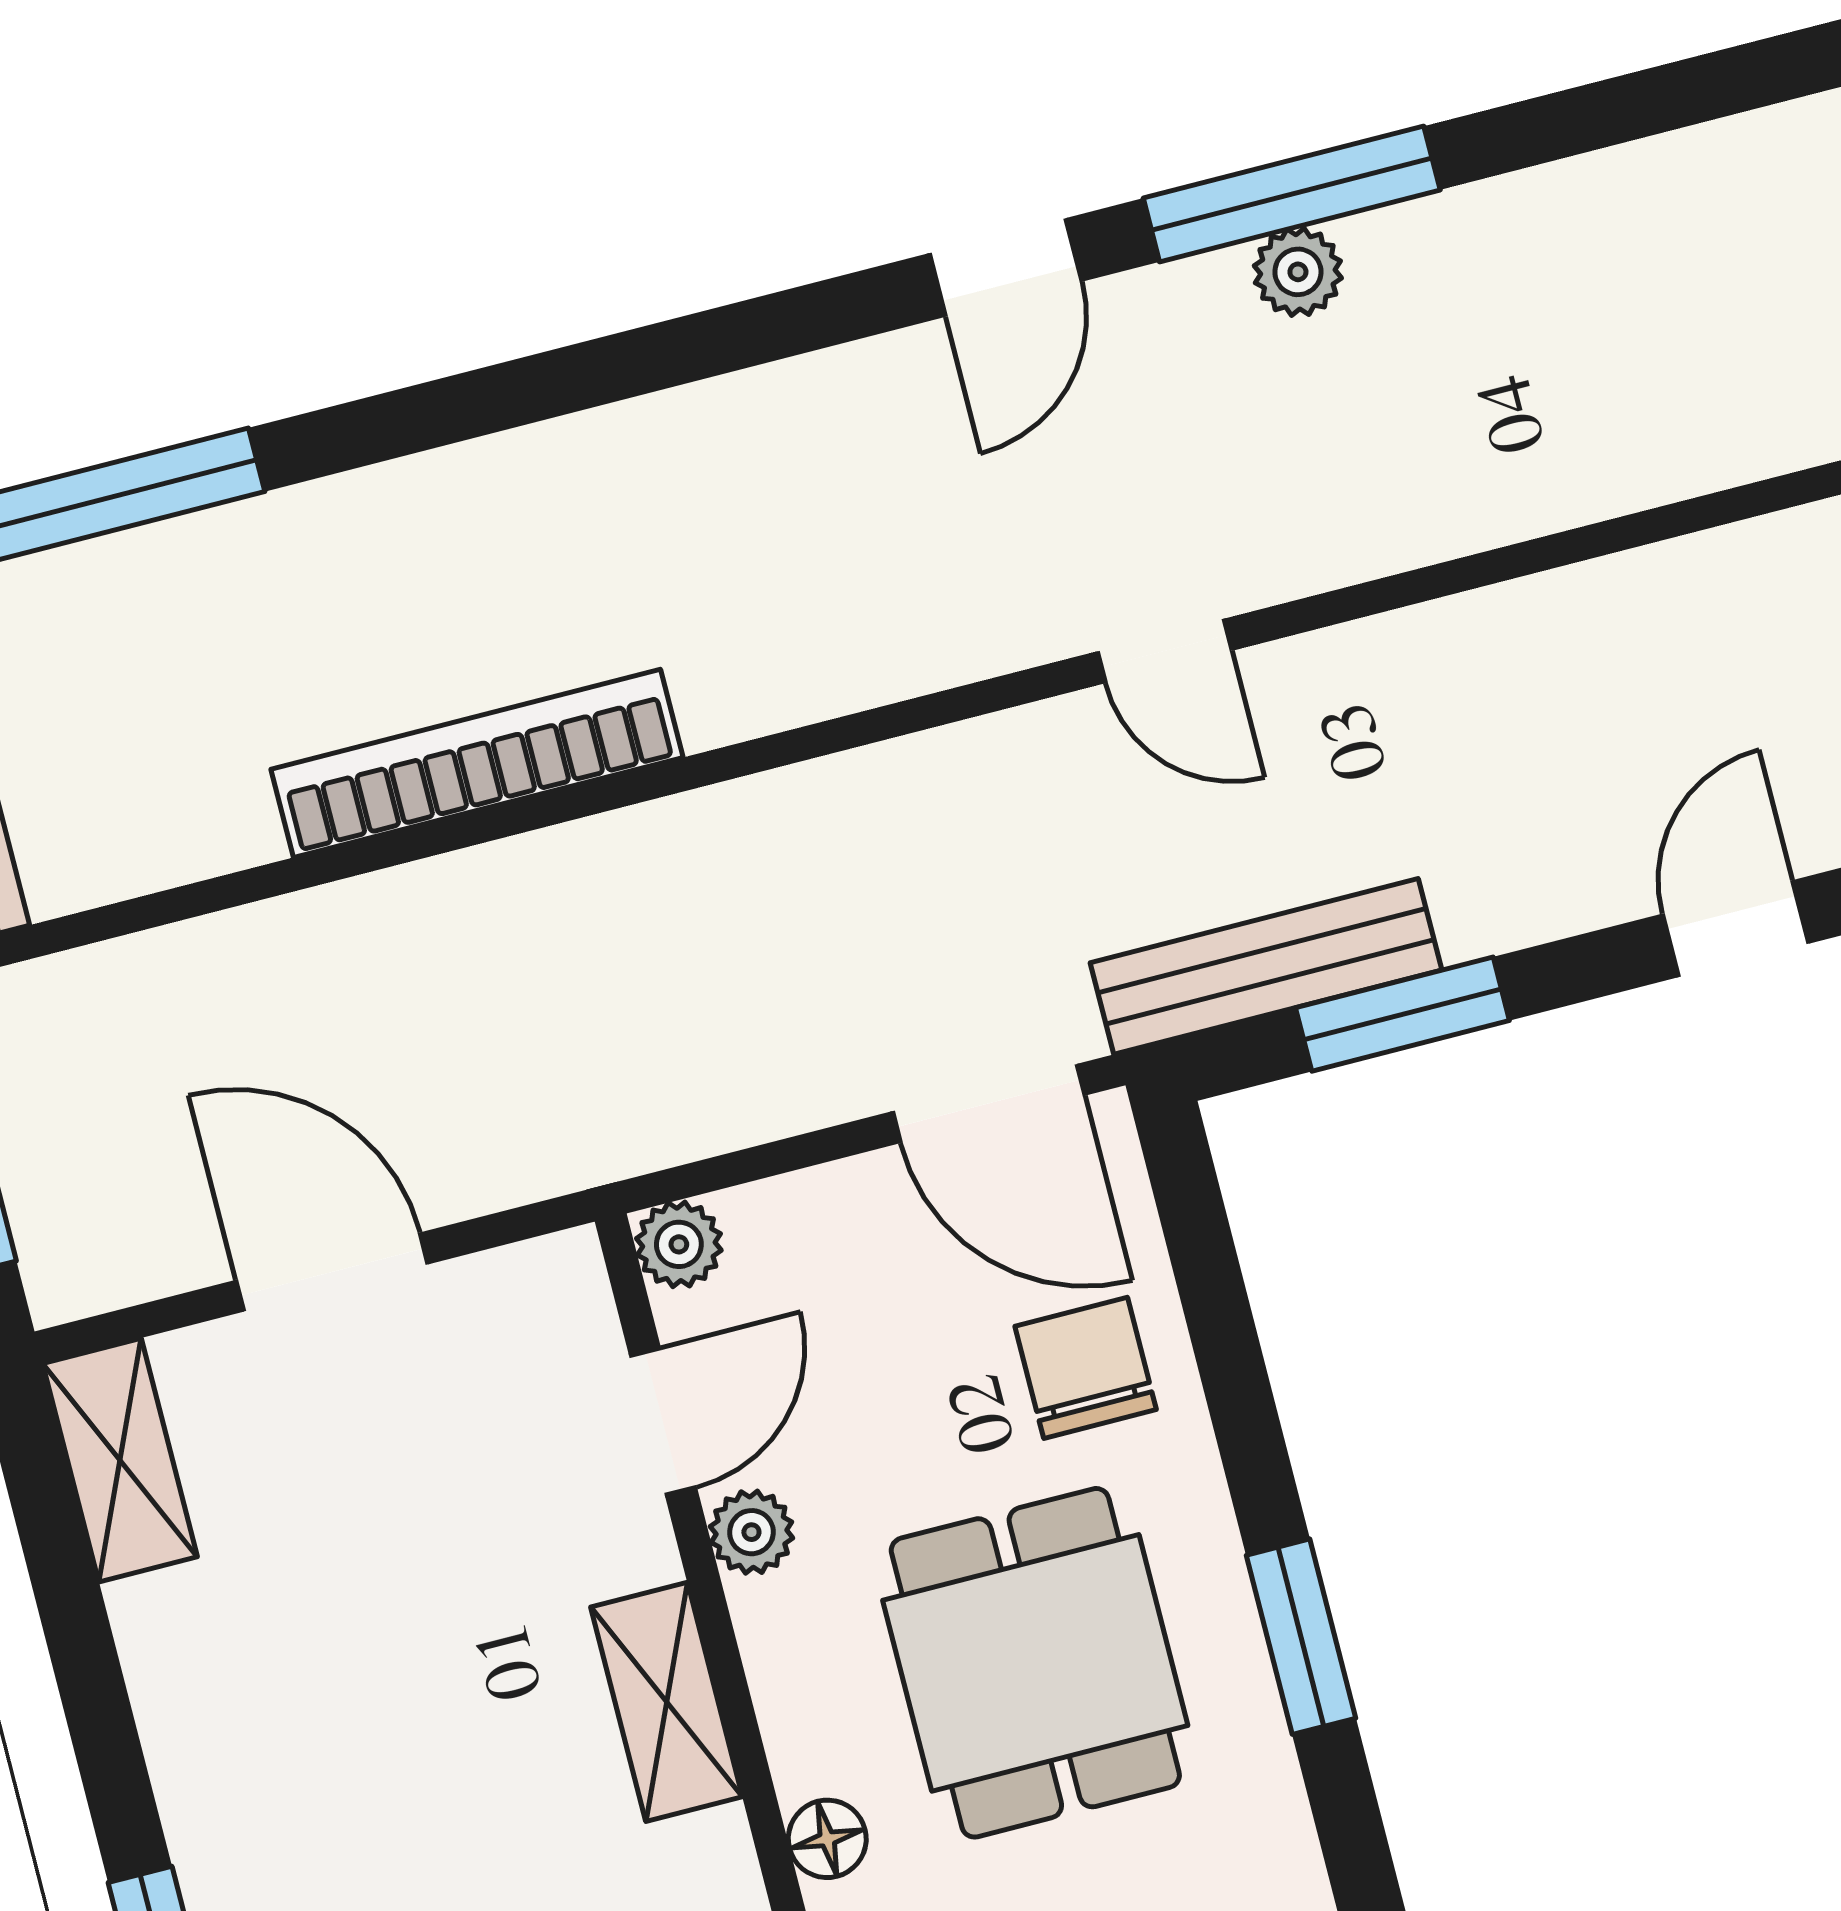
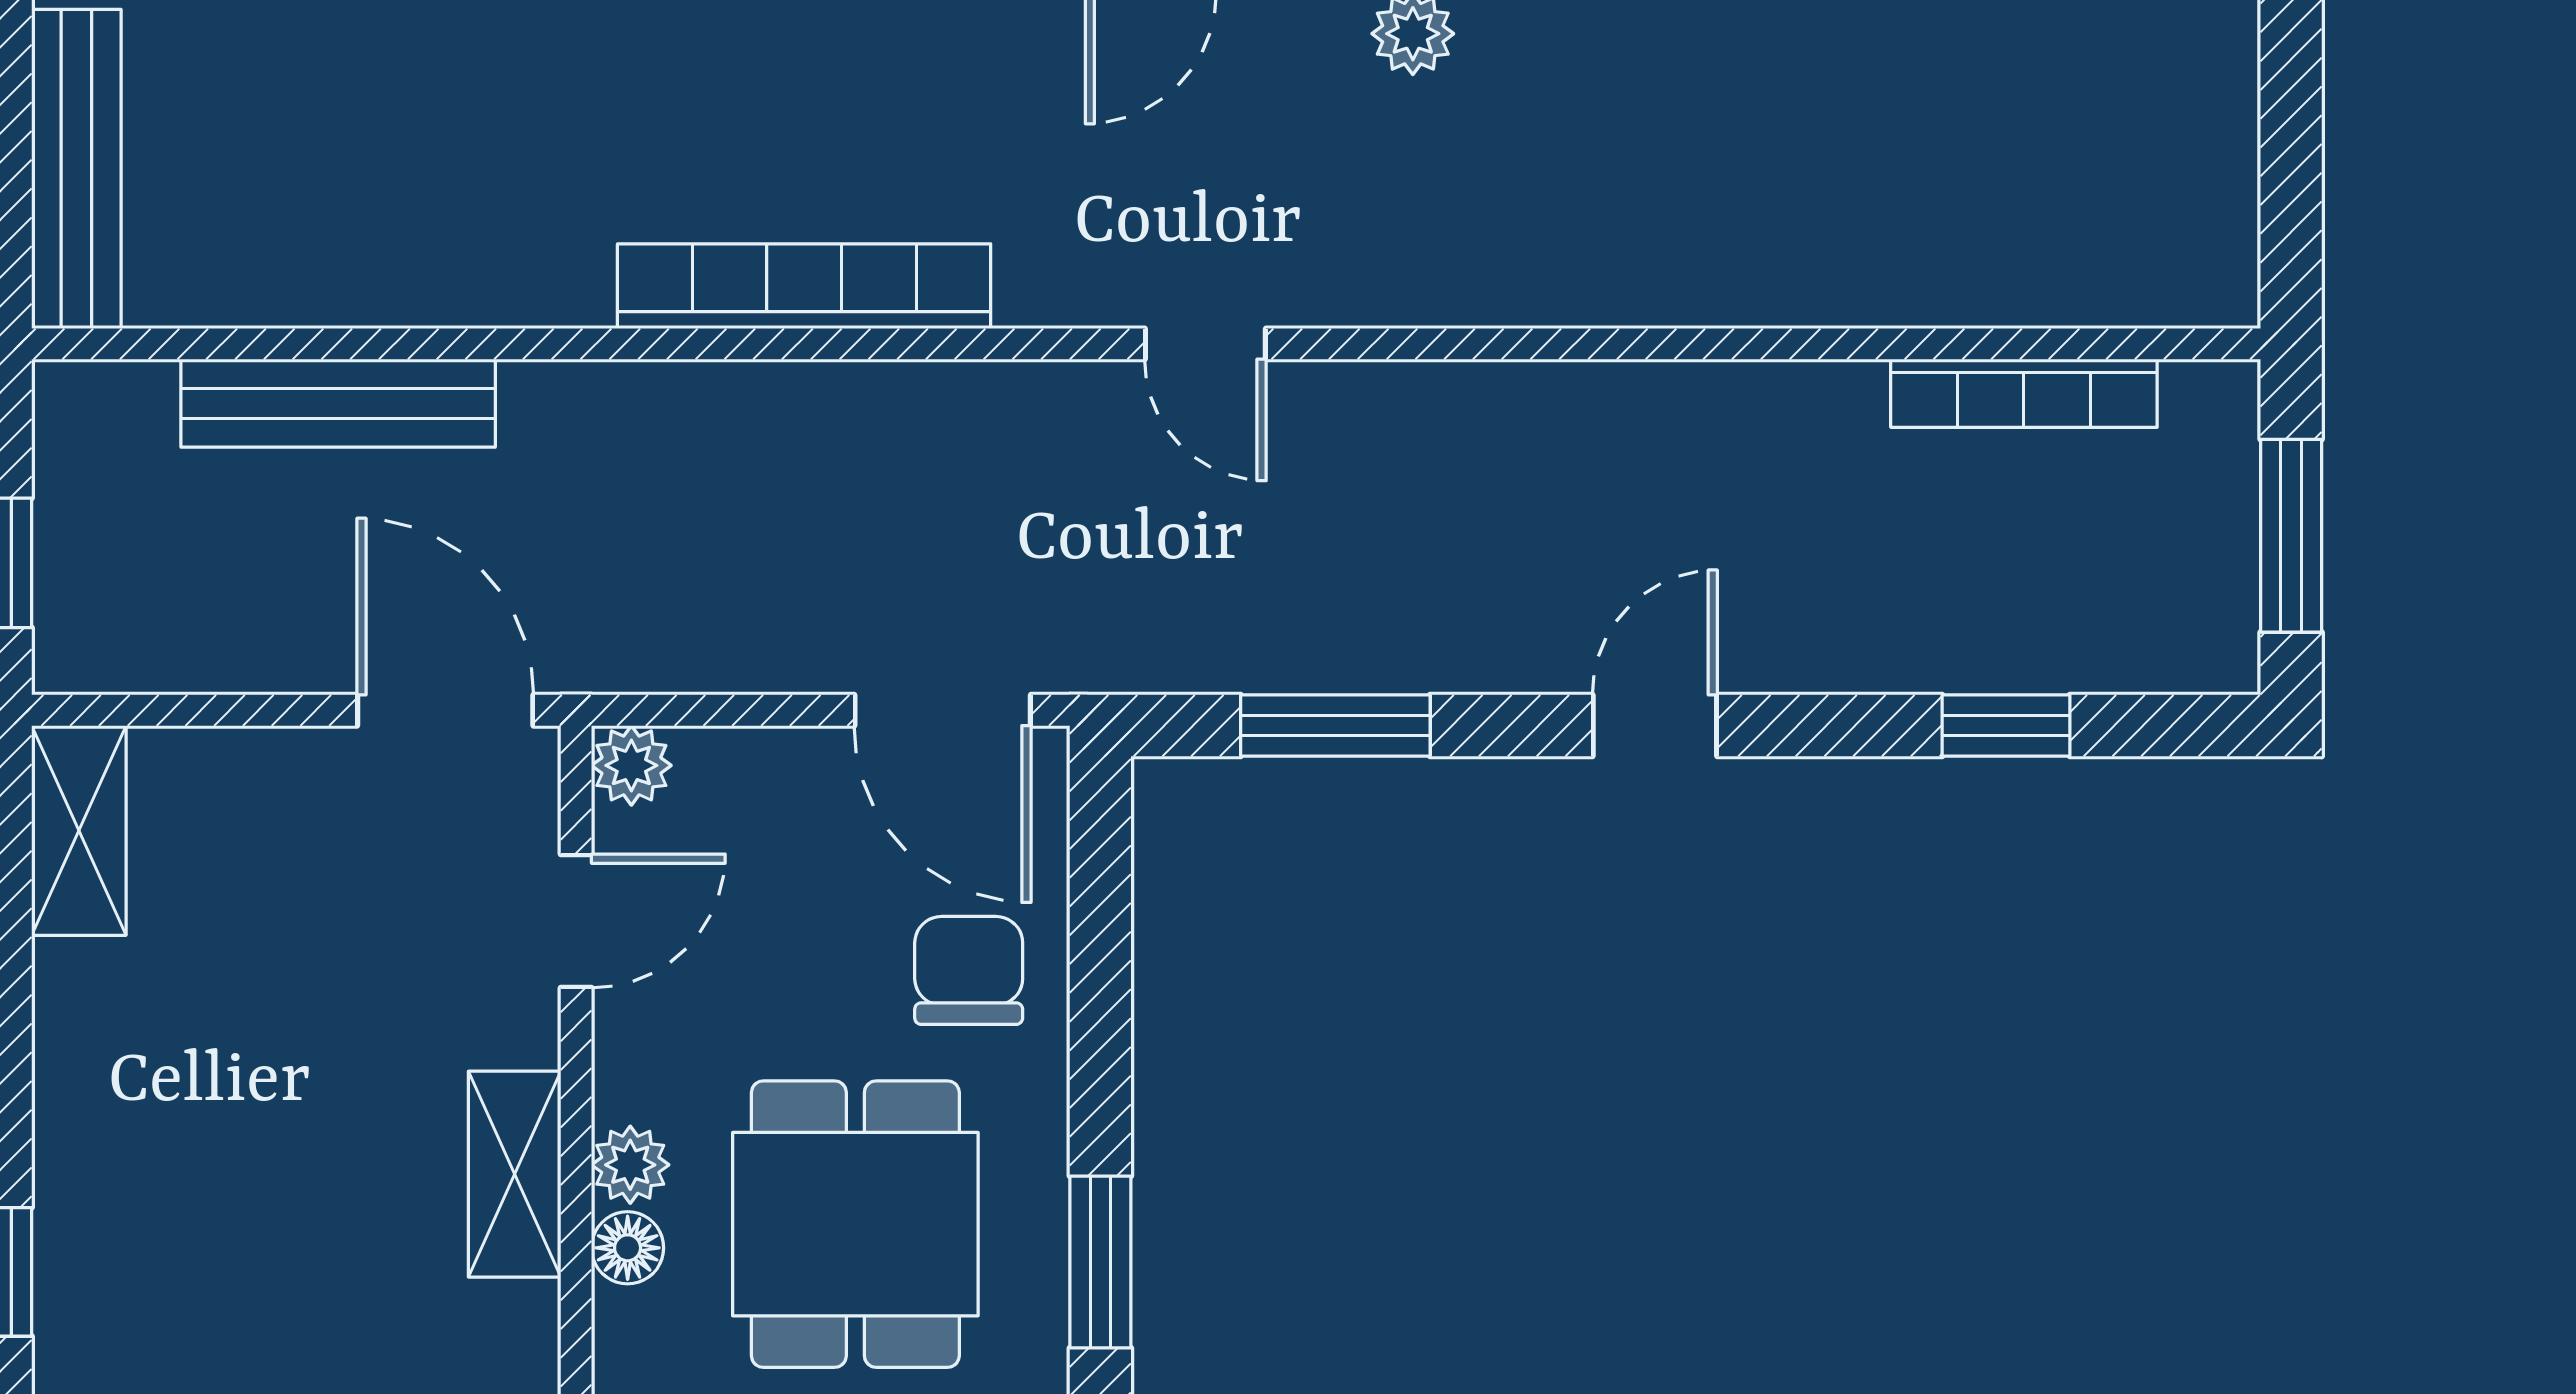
bookcase: (477, 763) -> (804, 286), moved
bench: (1266, 966) -> (338, 403), moved
door: (332, 1272) -> (445, 710), moved
plant: (751, 1532) -> (630, 1165), moved
floor lamp: (827, 1839) -> (628, 1248), moved

